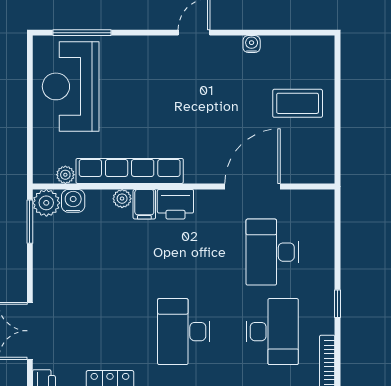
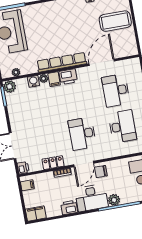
coffee table: (298, 103) -> (115, 21), width x1.36, depth x1.32
row of seats: (130, 171) -> (62, 62), moved
water cooler: (73, 201) -> (33, 81), moved

